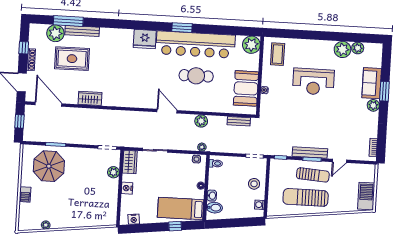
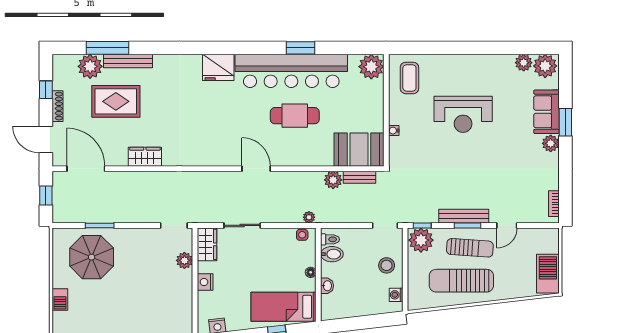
window: (182, 28) -> (300, 48), moved
plant: (343, 49) -> (545, 66), moved
booth: (246, 88) -> (359, 150), moved, turned 90
plant: (201, 121) -> (333, 180), moved
plant: (279, 168) -> (421, 240), added
bidet: (214, 208) -> (332, 254), moved

